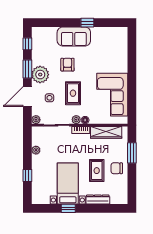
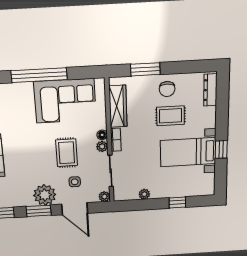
armchair: (67, 65) -> (28, 162), removed
window: (132, 78) -> (39, 75), added
rug: (73, 93) -> (67, 153), turned 90
dresser: (98, 200) -> (210, 90), moved

